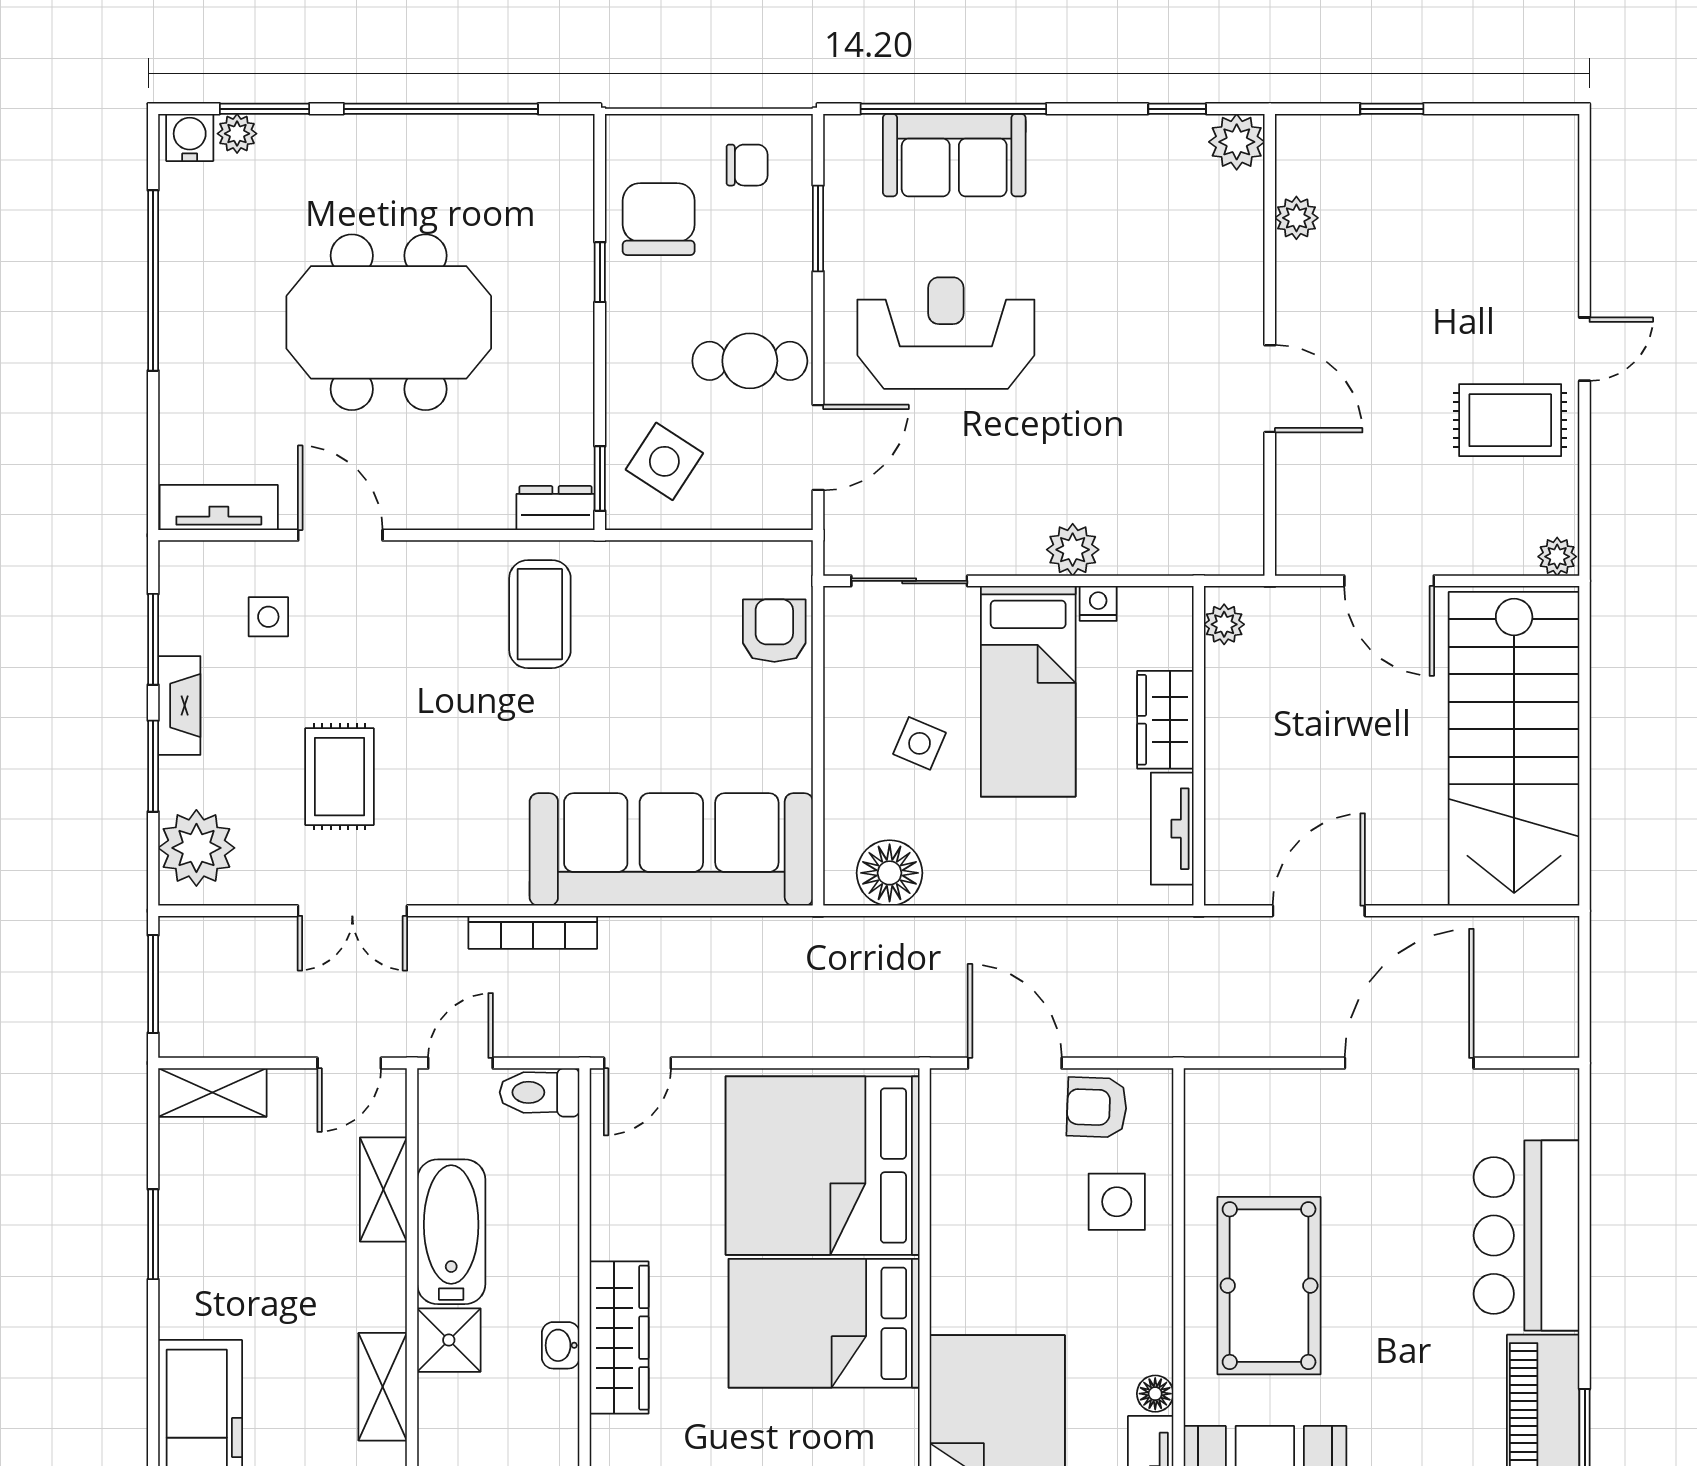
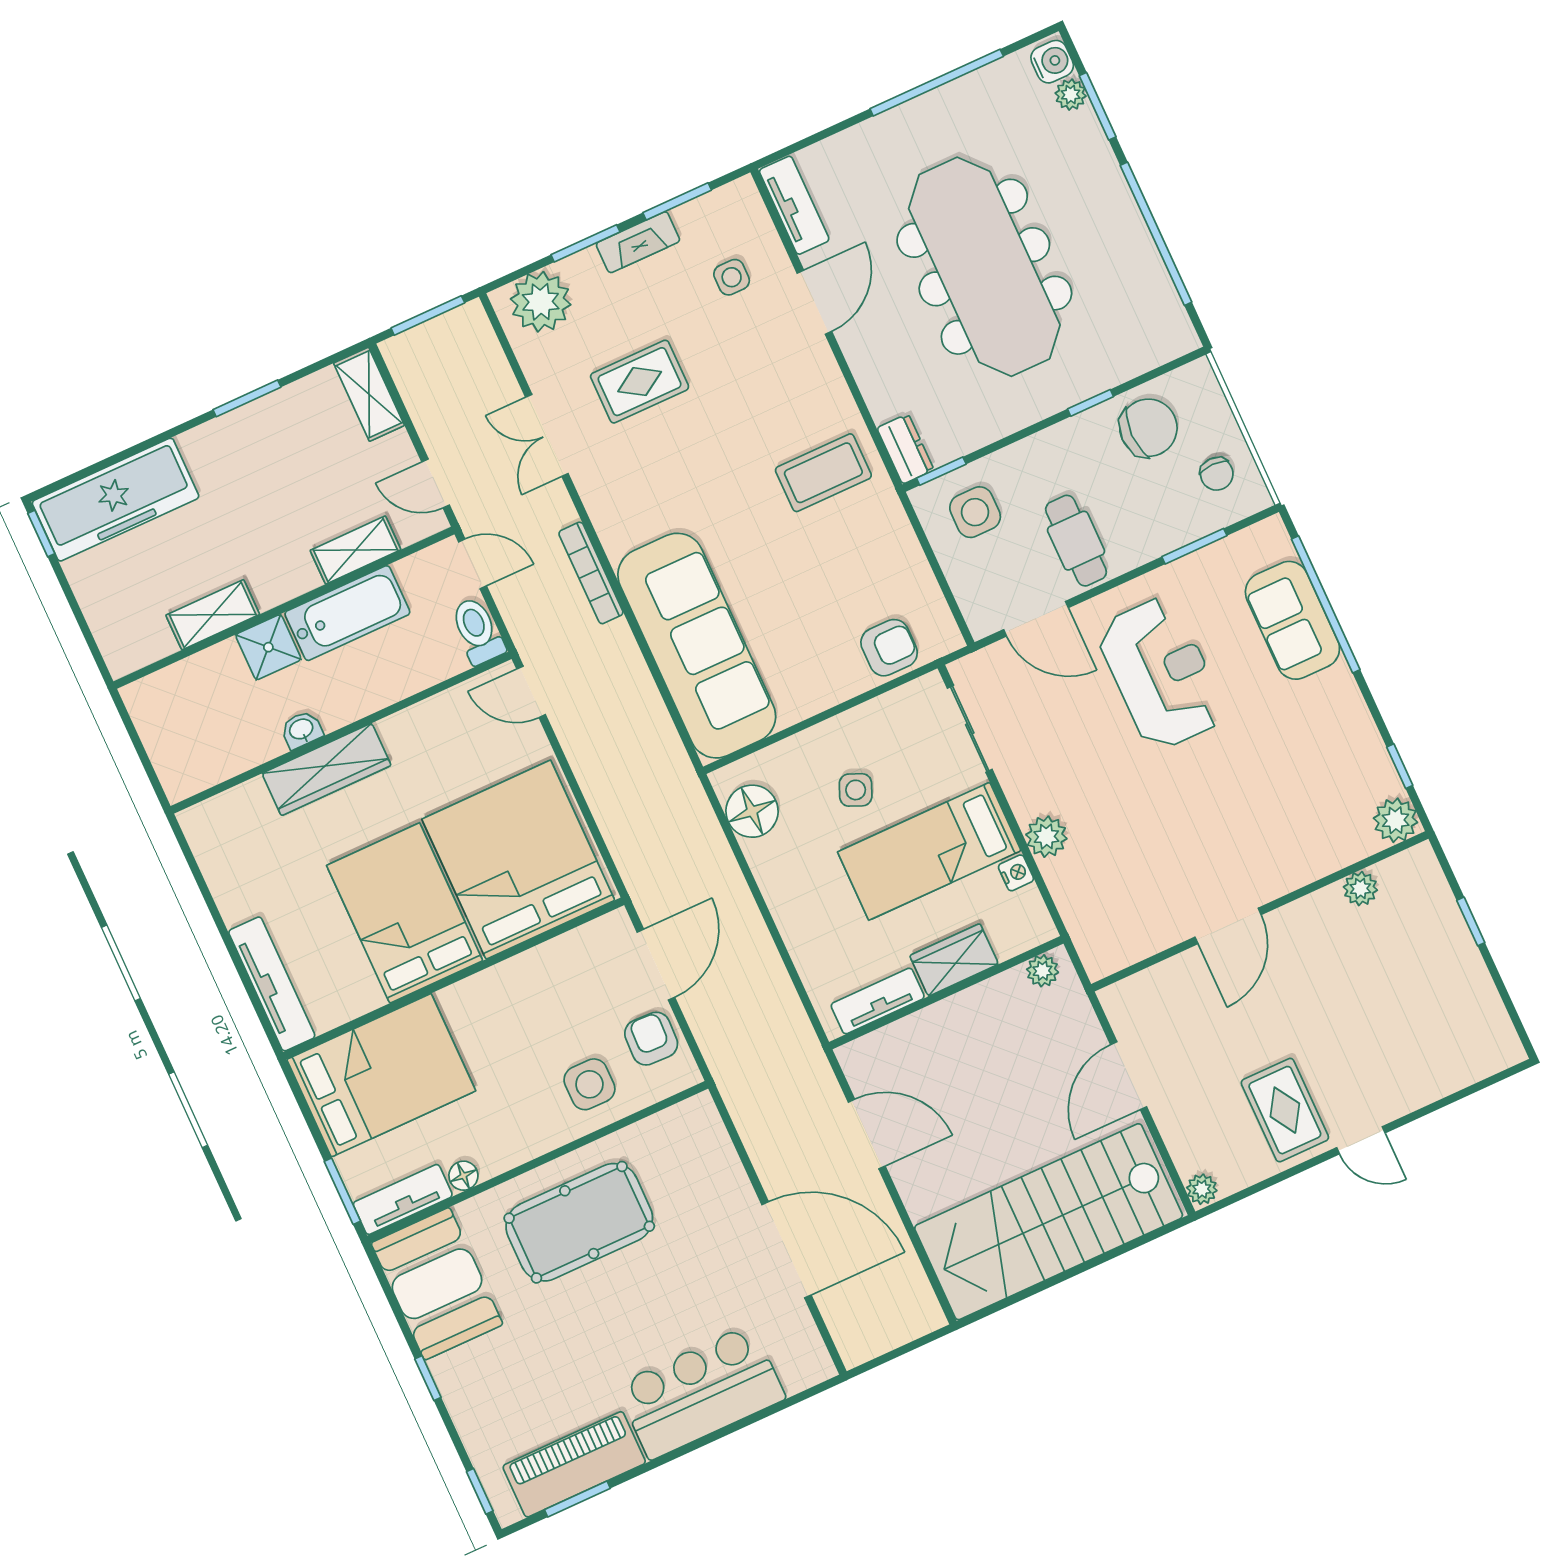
meeting table: (389, 322) -> (984, 267), width x1.36
side table: (664, 461) -> (975, 512), turned -33

